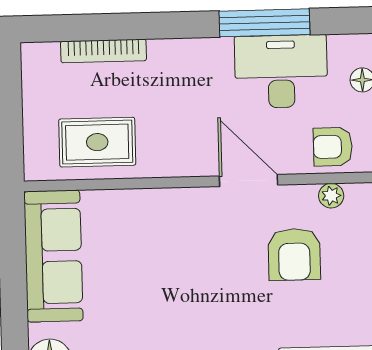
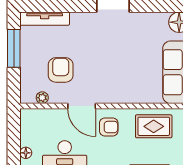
armchair: (333, 147) -> (109, 127), moved

